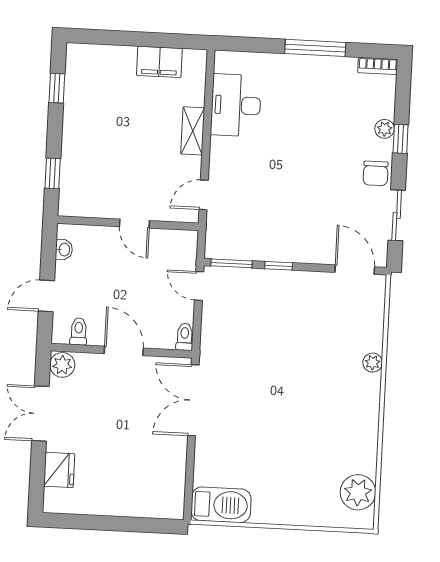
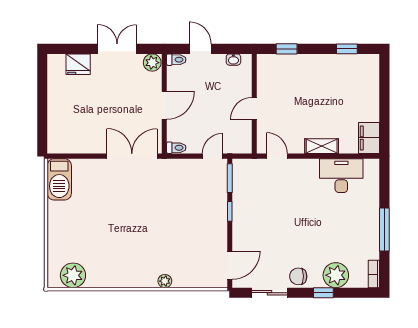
filing cabinet: (159, 62) -> (369, 138), moved
plant: (385, 129) -> (336, 275), width x1.87, depth x1.87
toilet: (79, 331) -> (176, 60), moved

